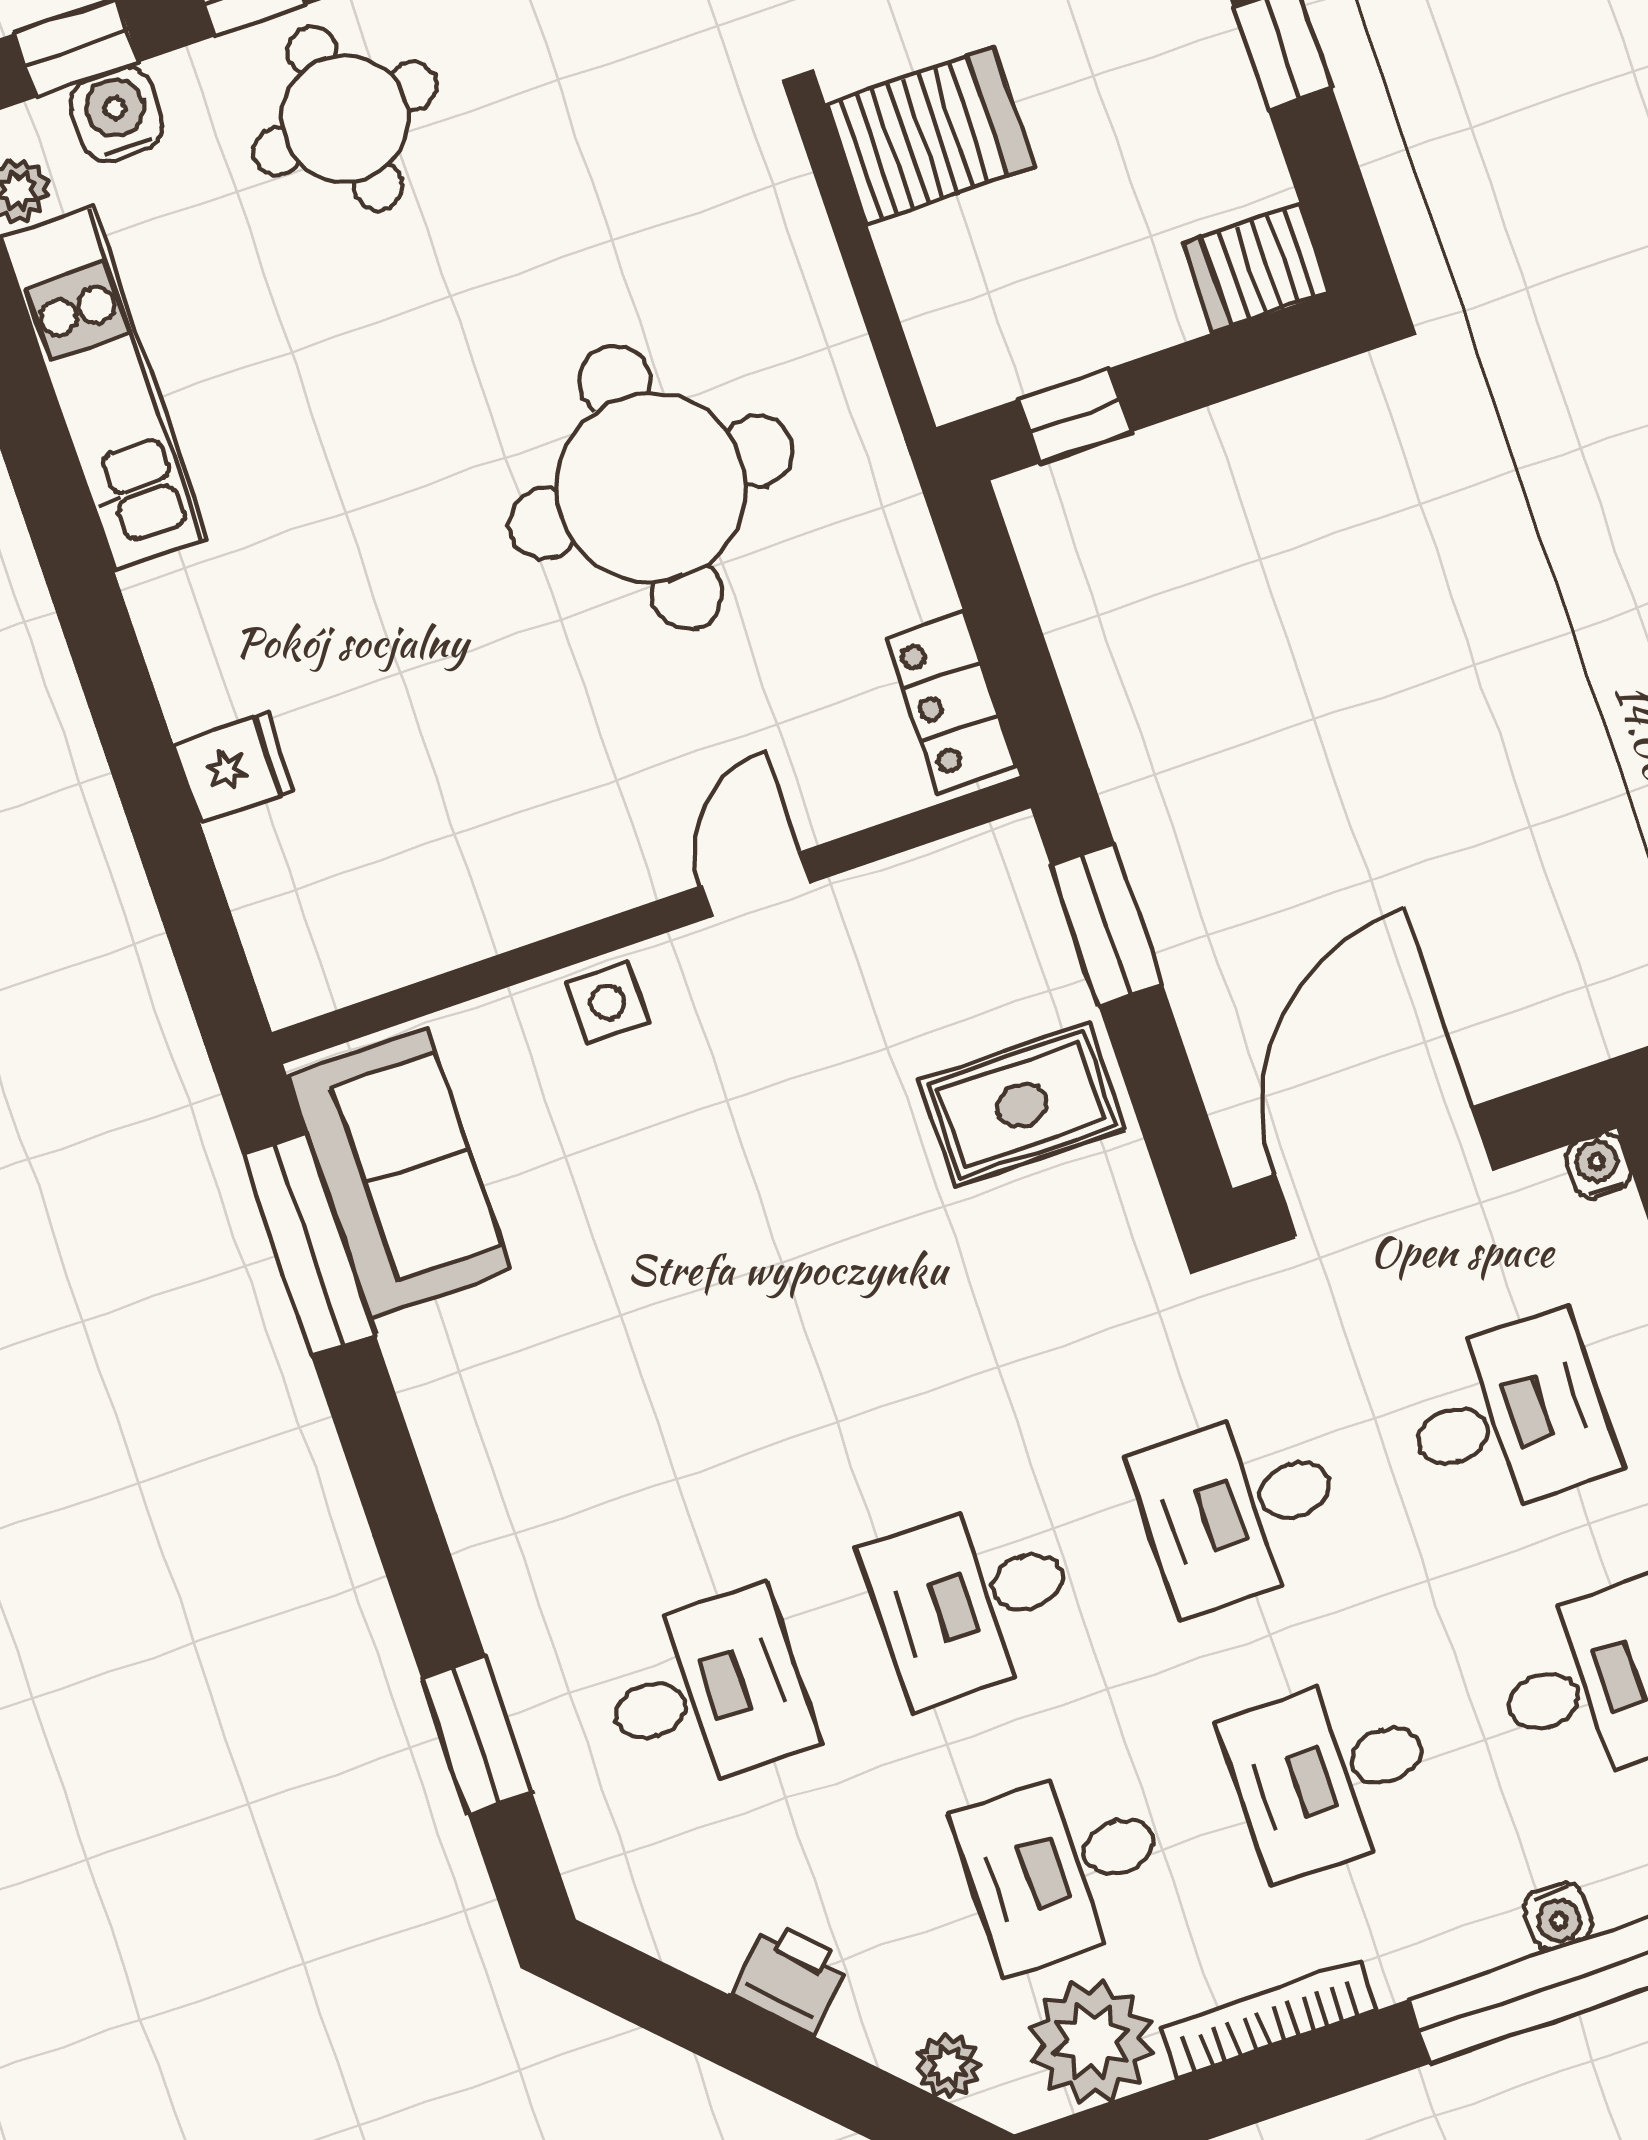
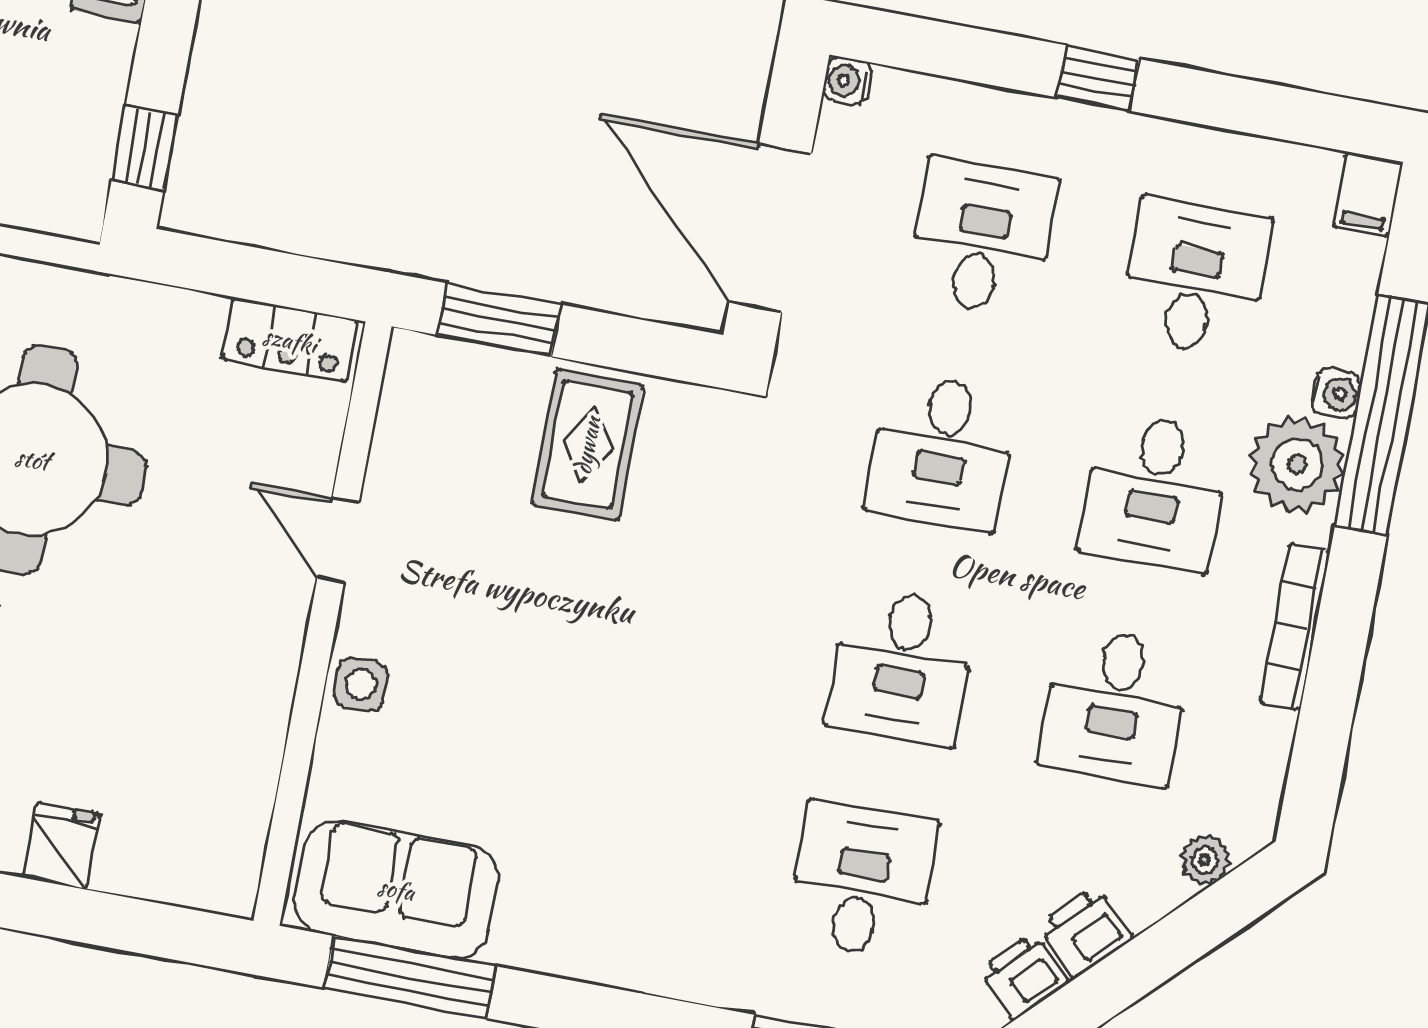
printer: (701, 1936) -> (1024, 976), added
plant: (1091, 2041) -> (1297, 464), moved

